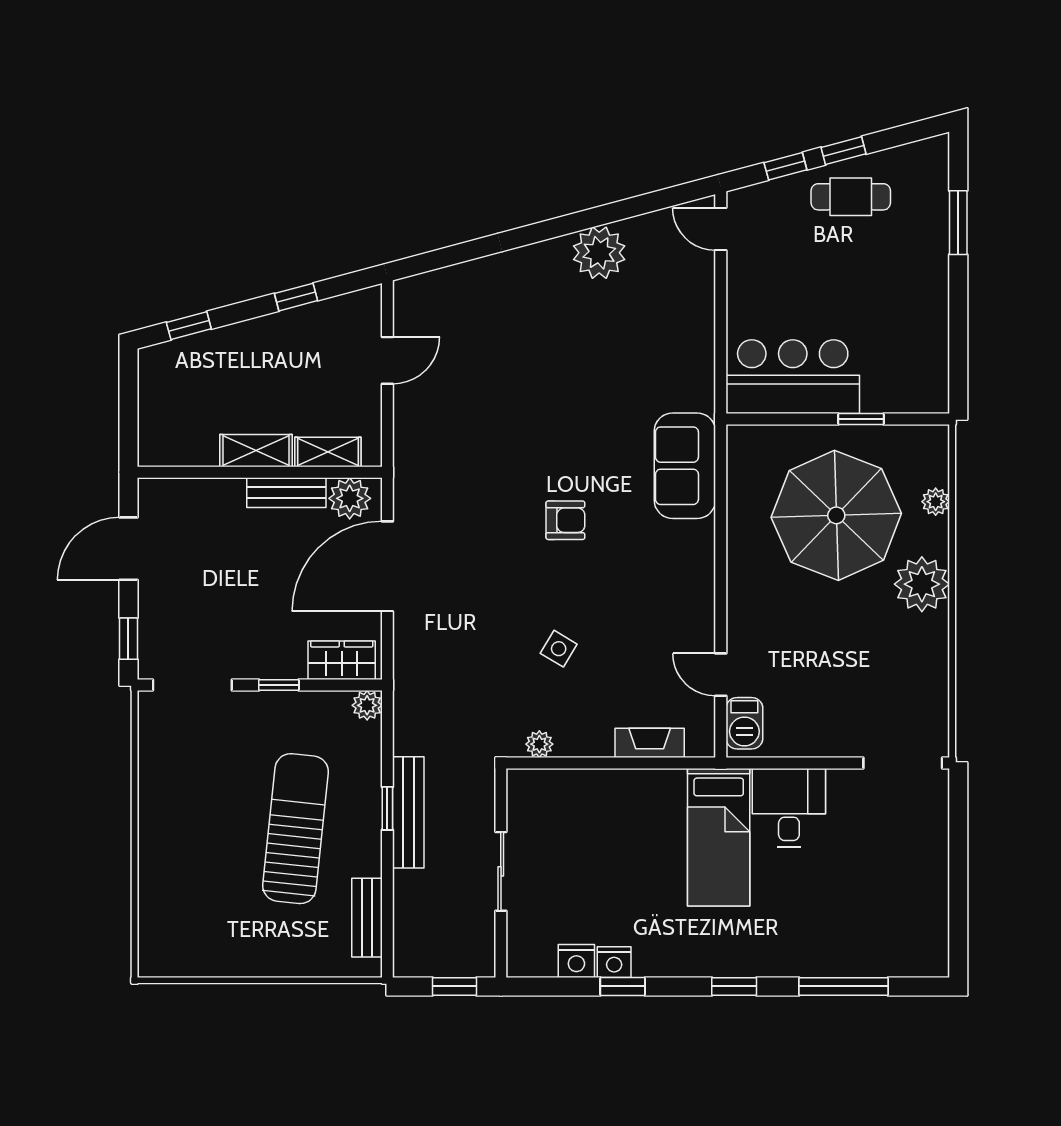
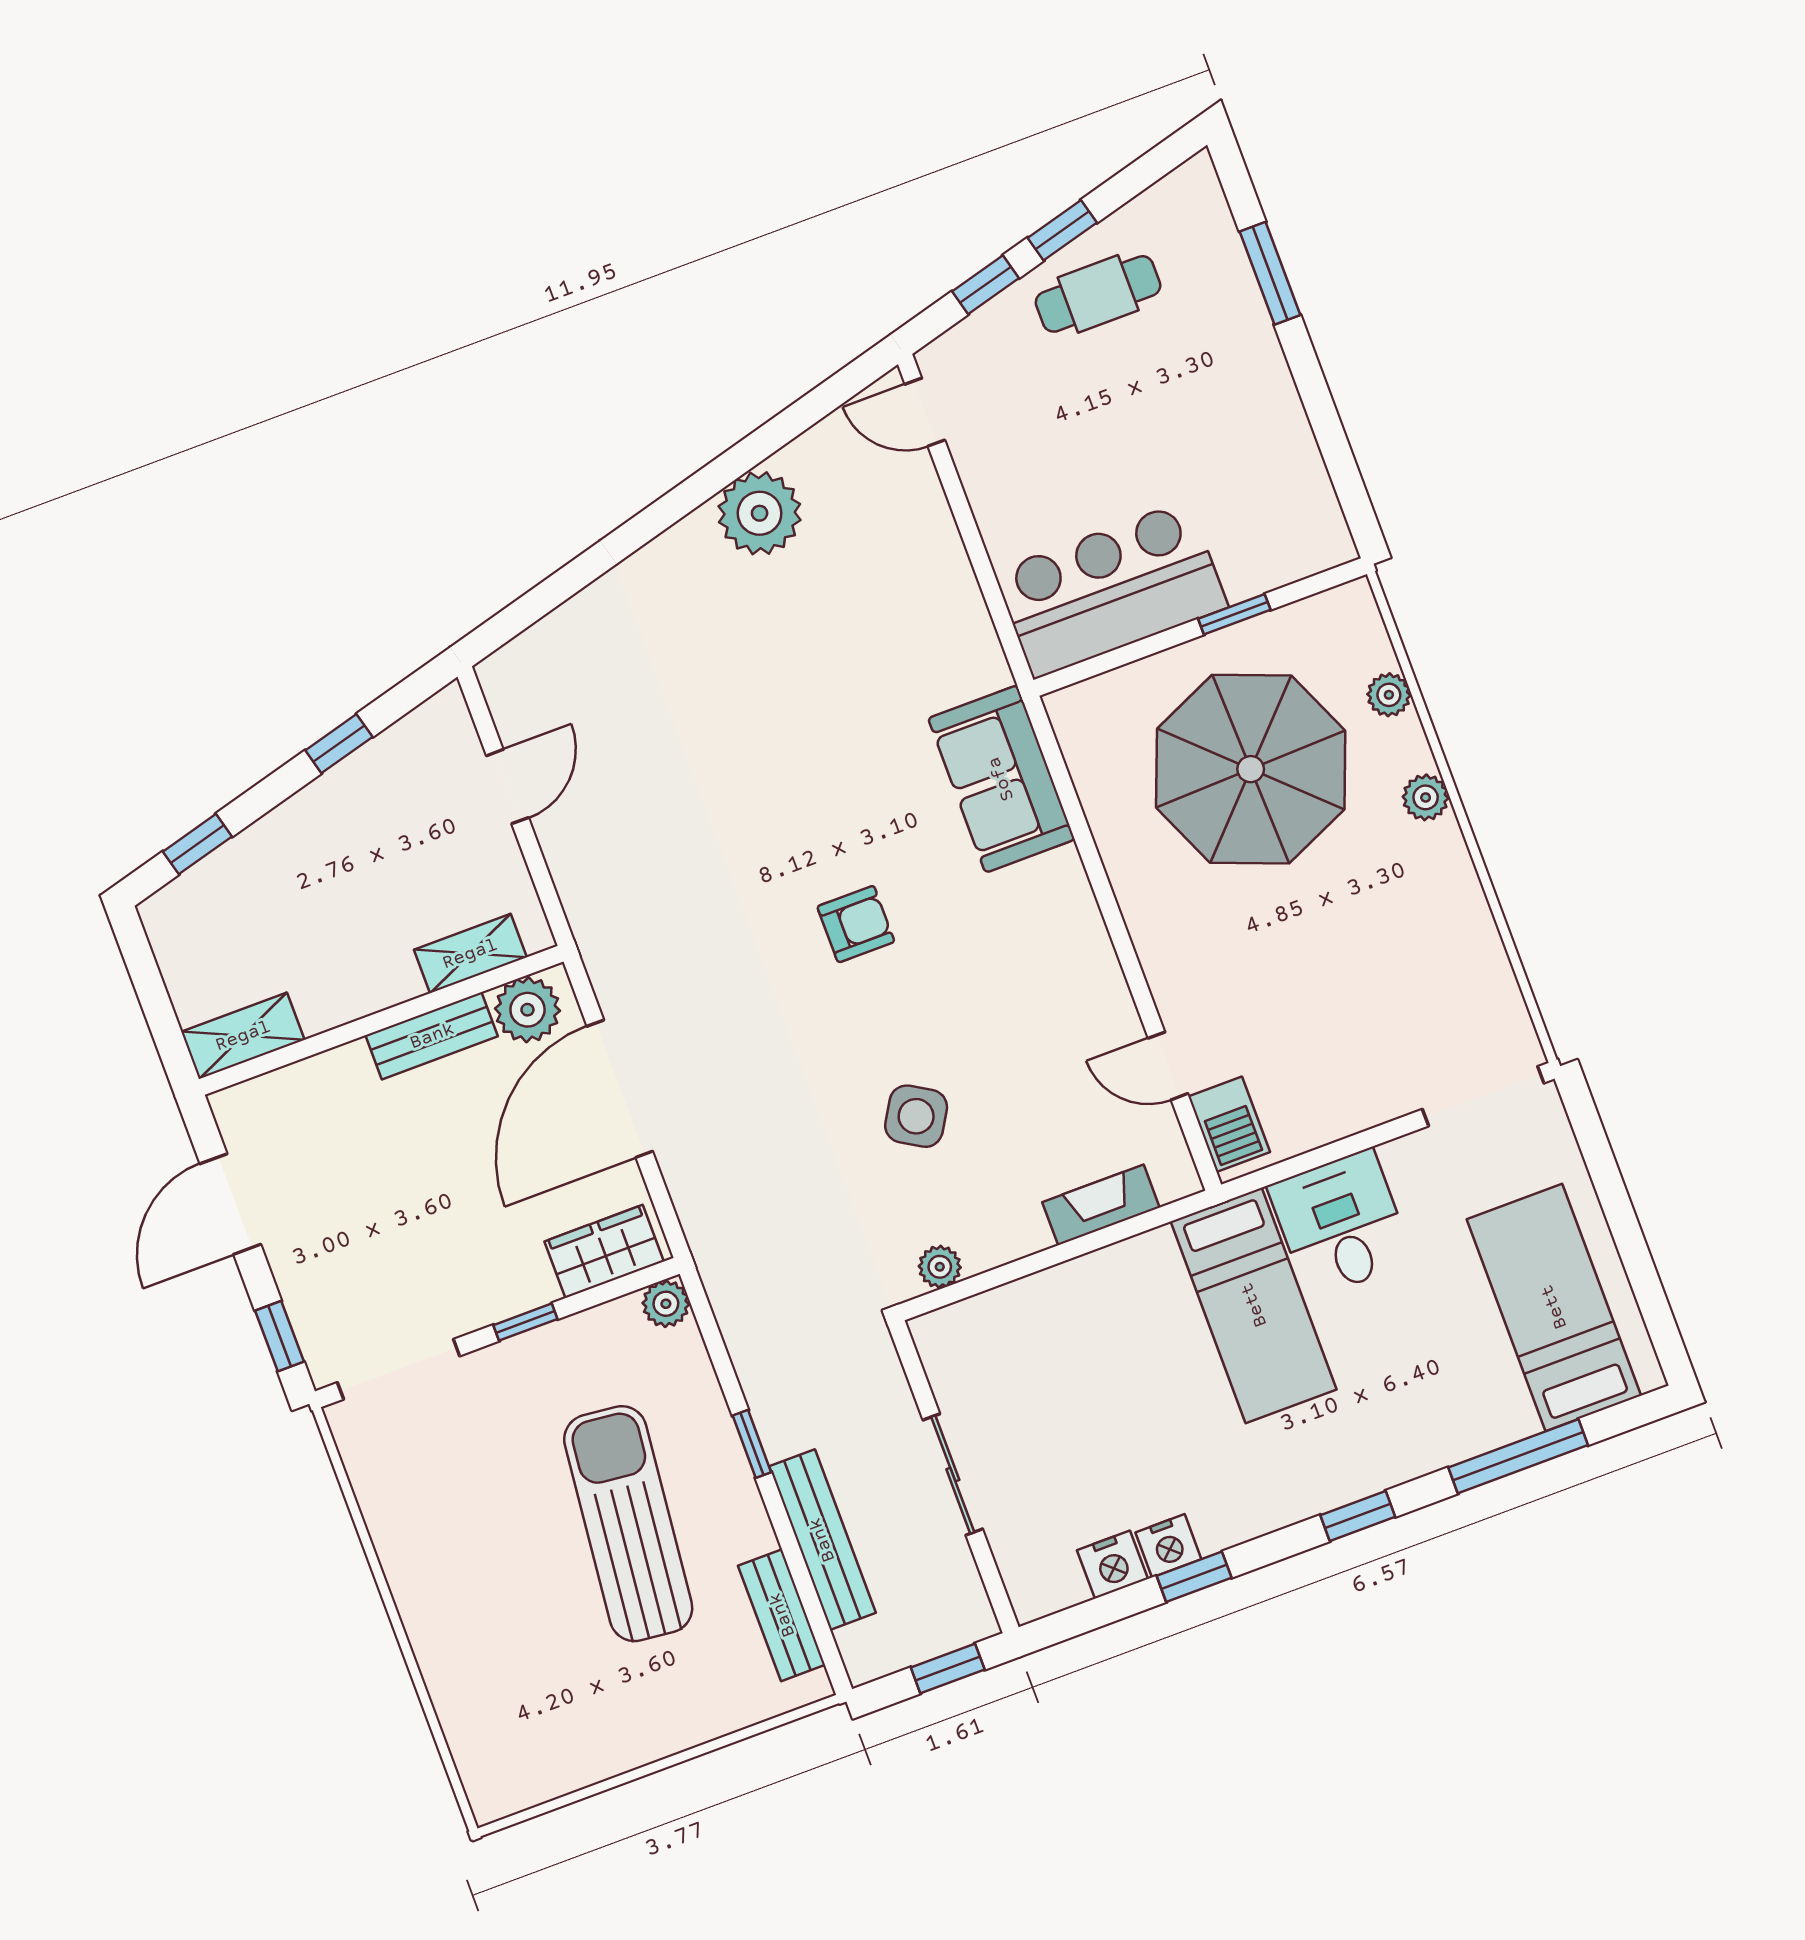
shelving: (256, 451) -> (243, 1036), moved
plant: (922, 584) -> (1426, 797), width x0.53, depth x0.53
side table: (559, 649) -> (916, 1116), width x1.37, depth x1.37
bench: (408, 812) -> (822, 1540), moved
bed: (898, 905) -> (1554, 1307), added

